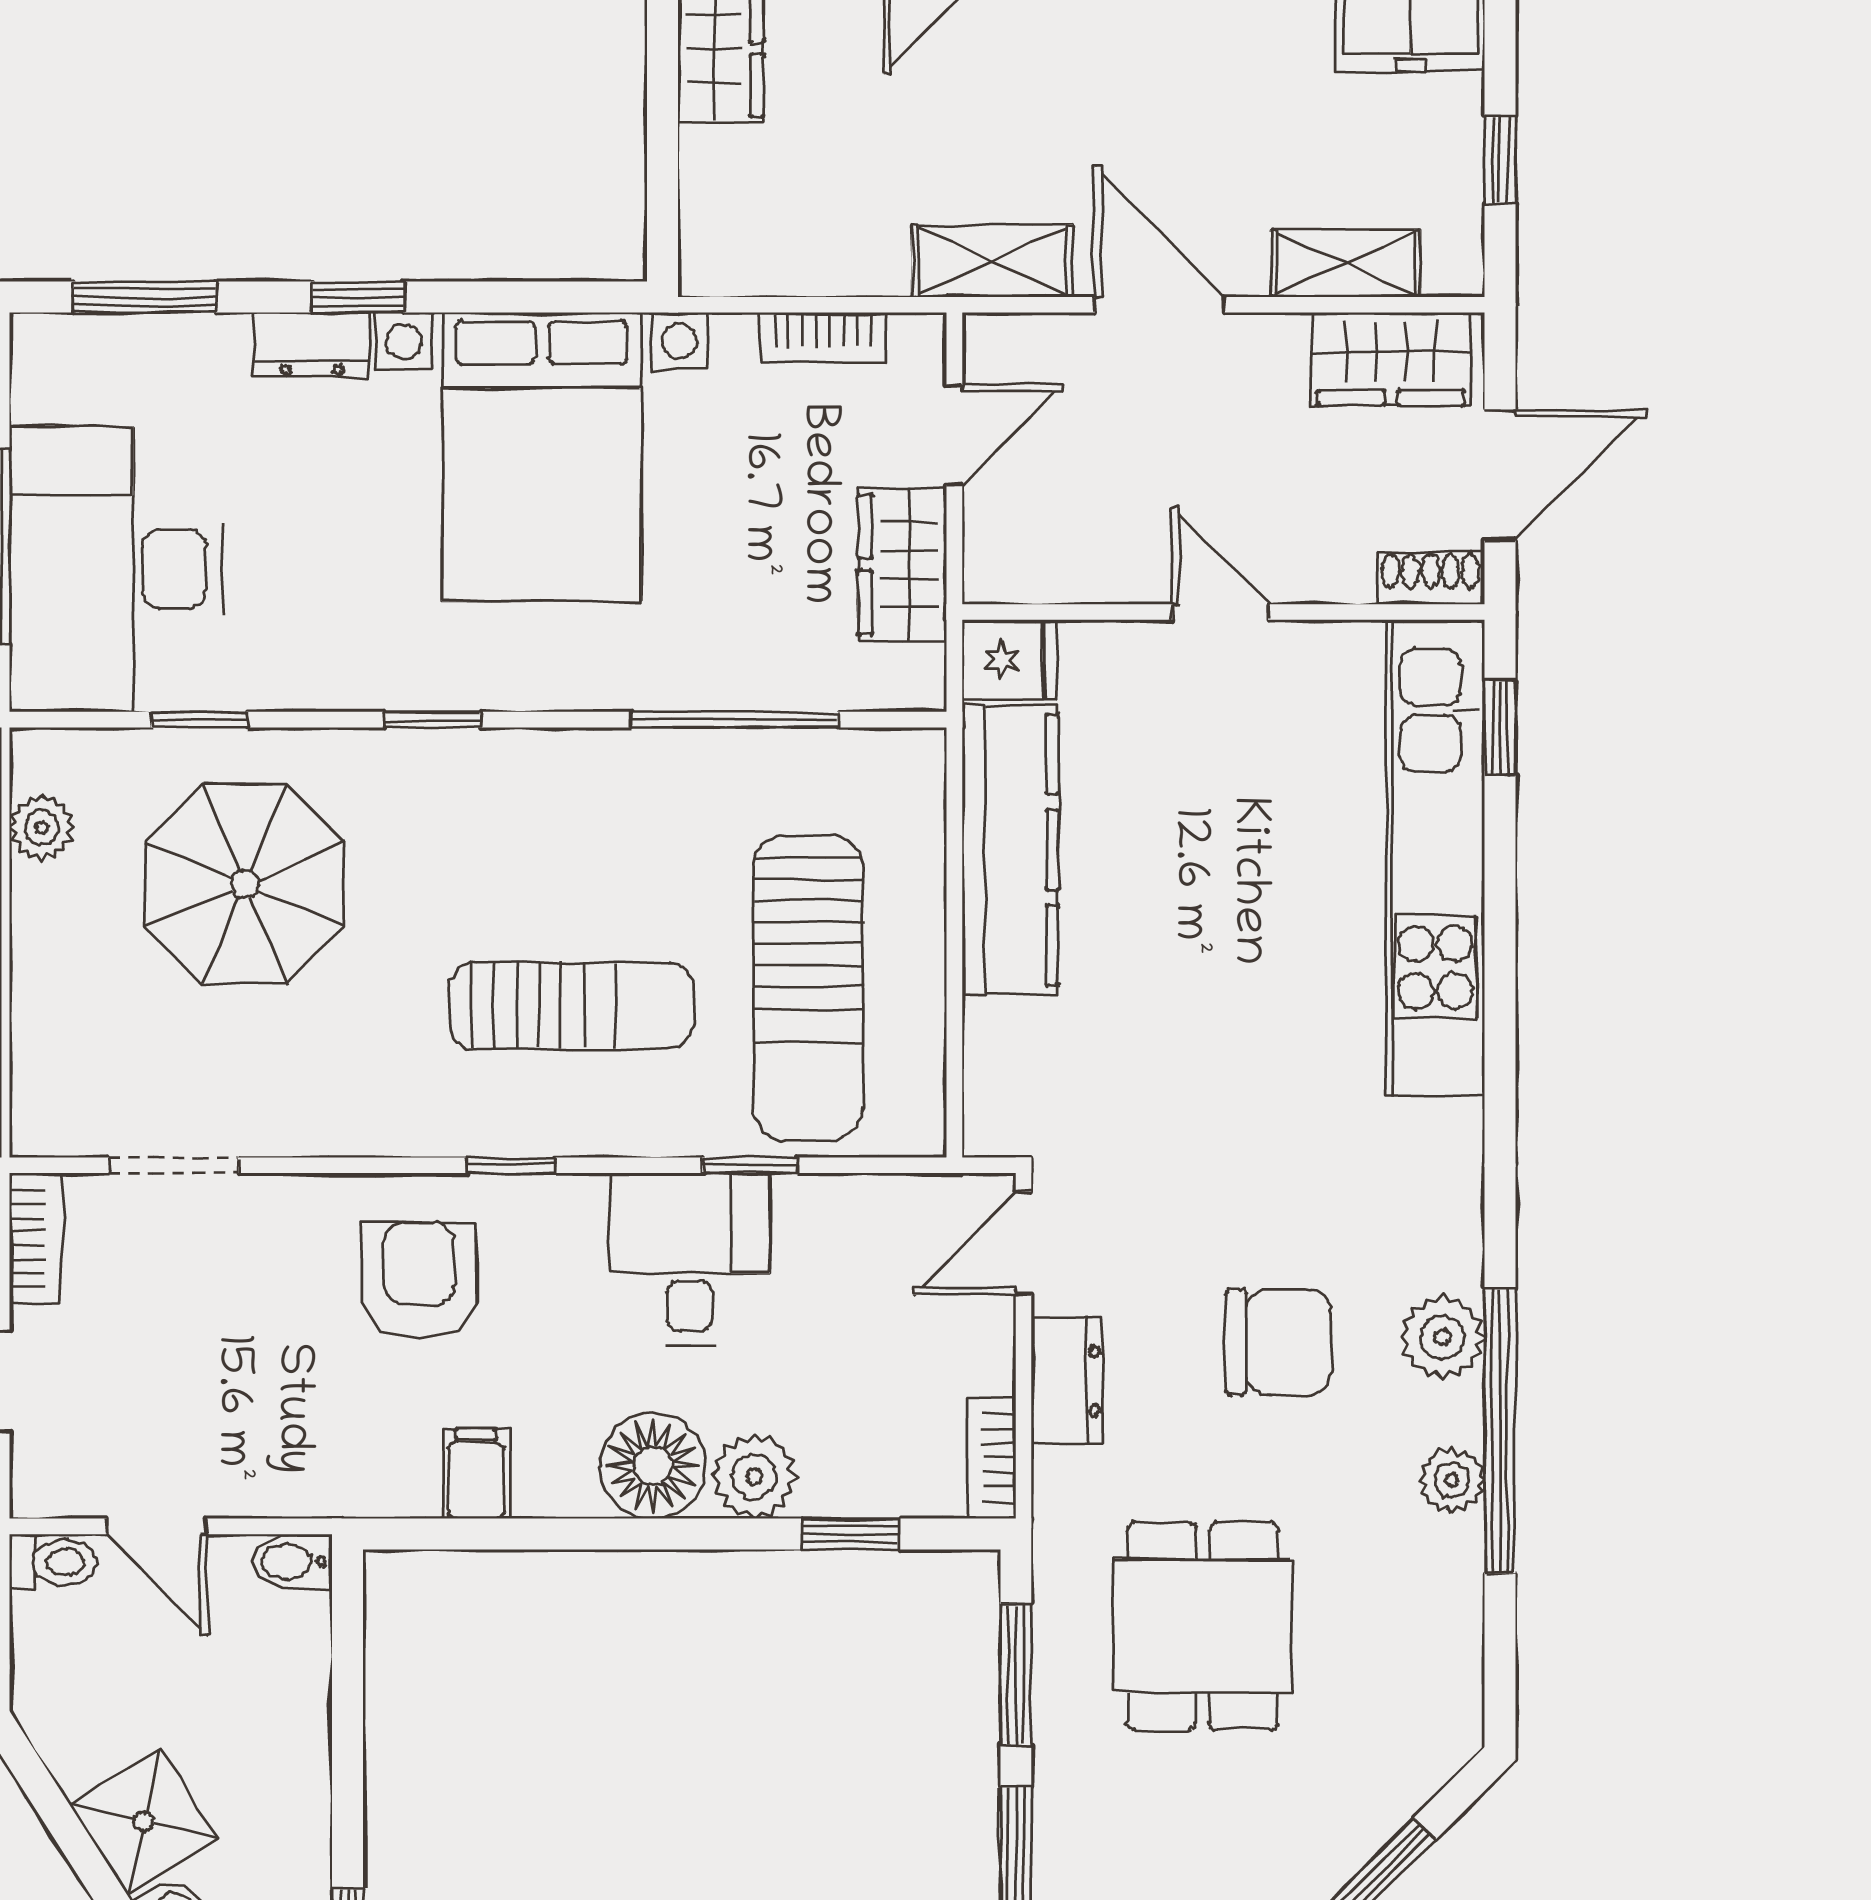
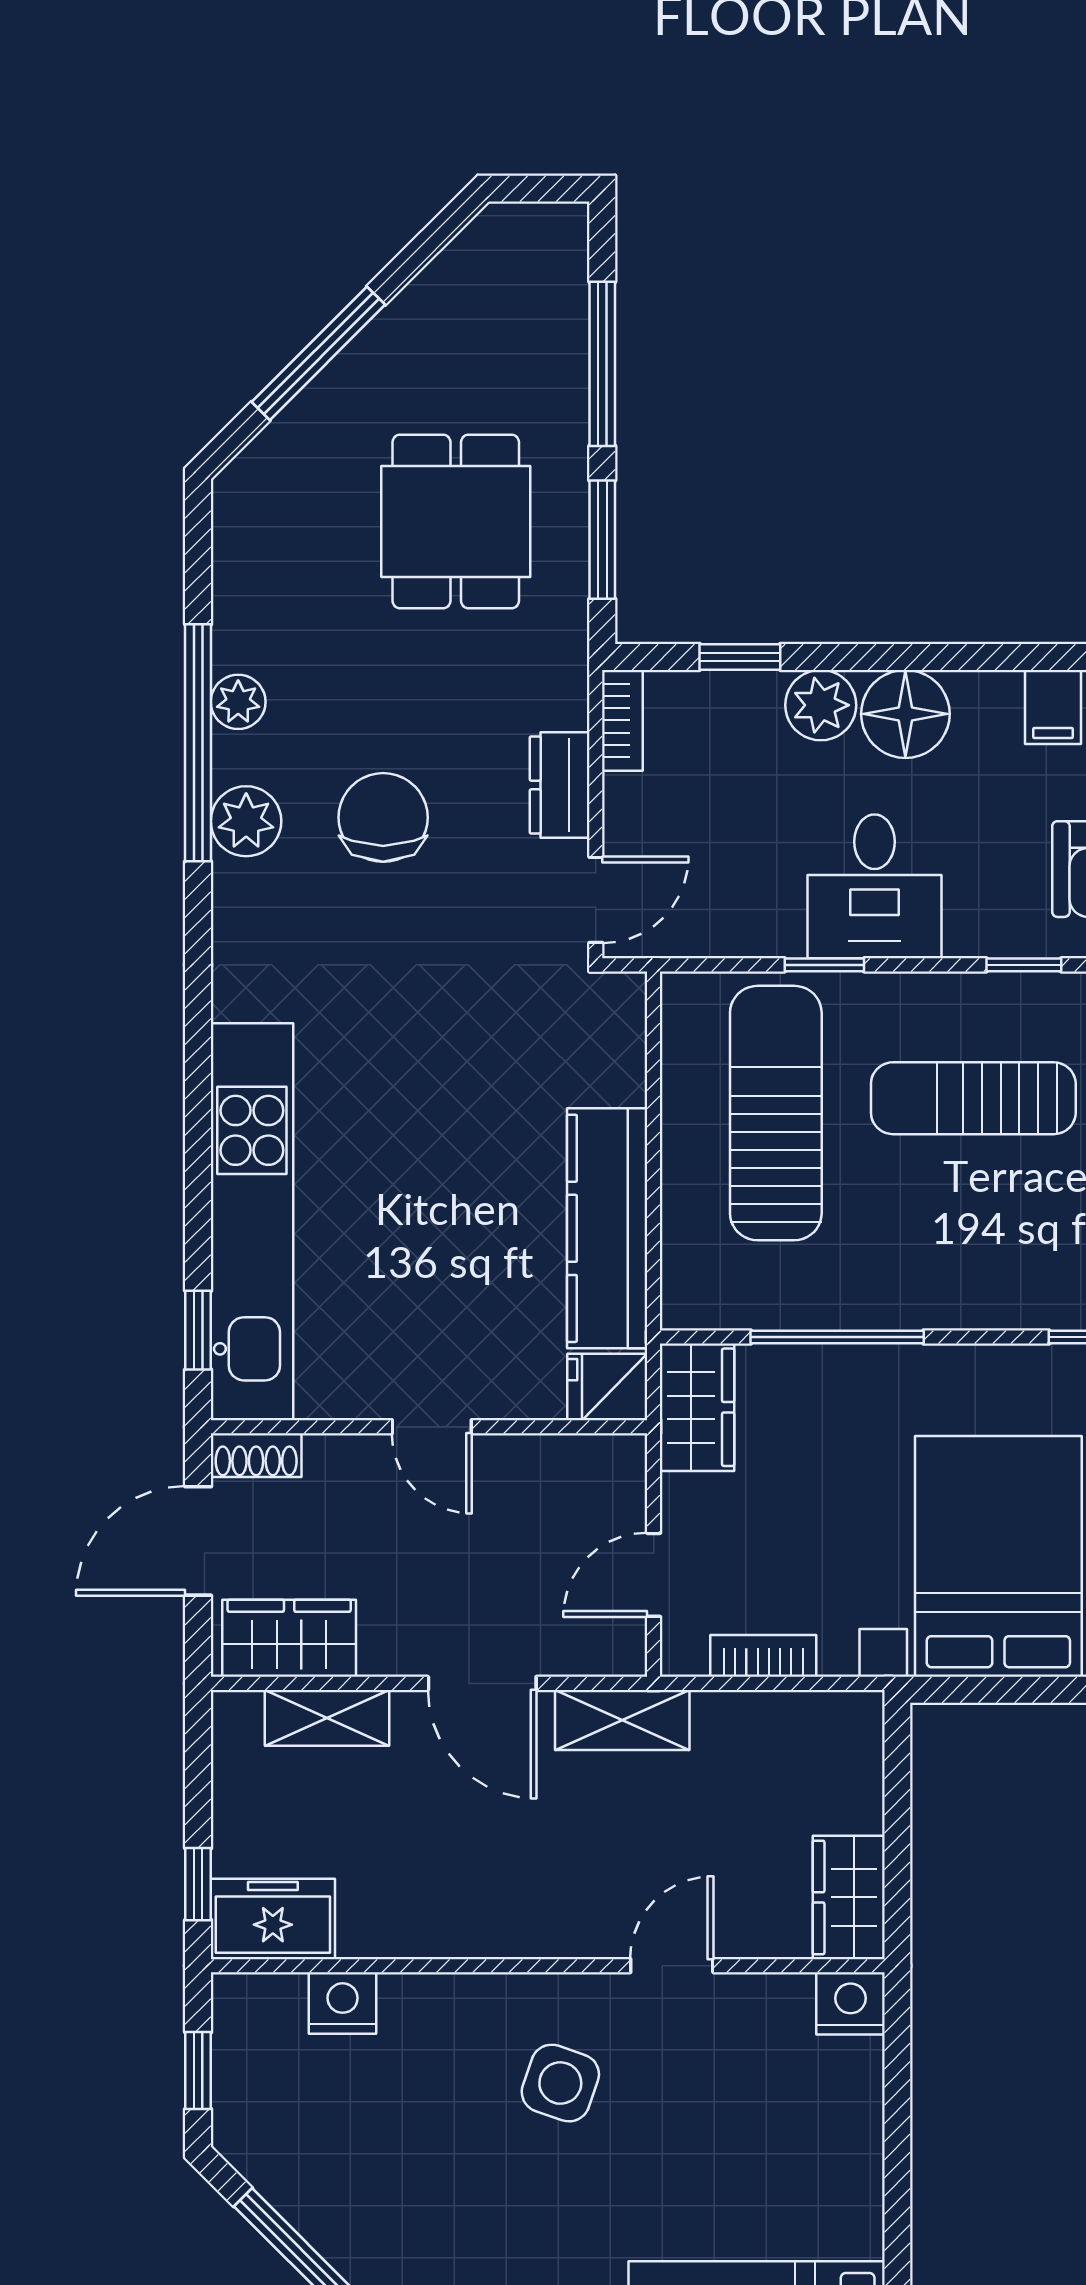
window: (1500, 160) -> (198, 1884), moved
wardrobe: (902, 564) -> (697, 1407), moved
chair: (1278, 1342) -> (383, 817), turned 90
dining table: (1203, 1626) -> (456, 521), moved

